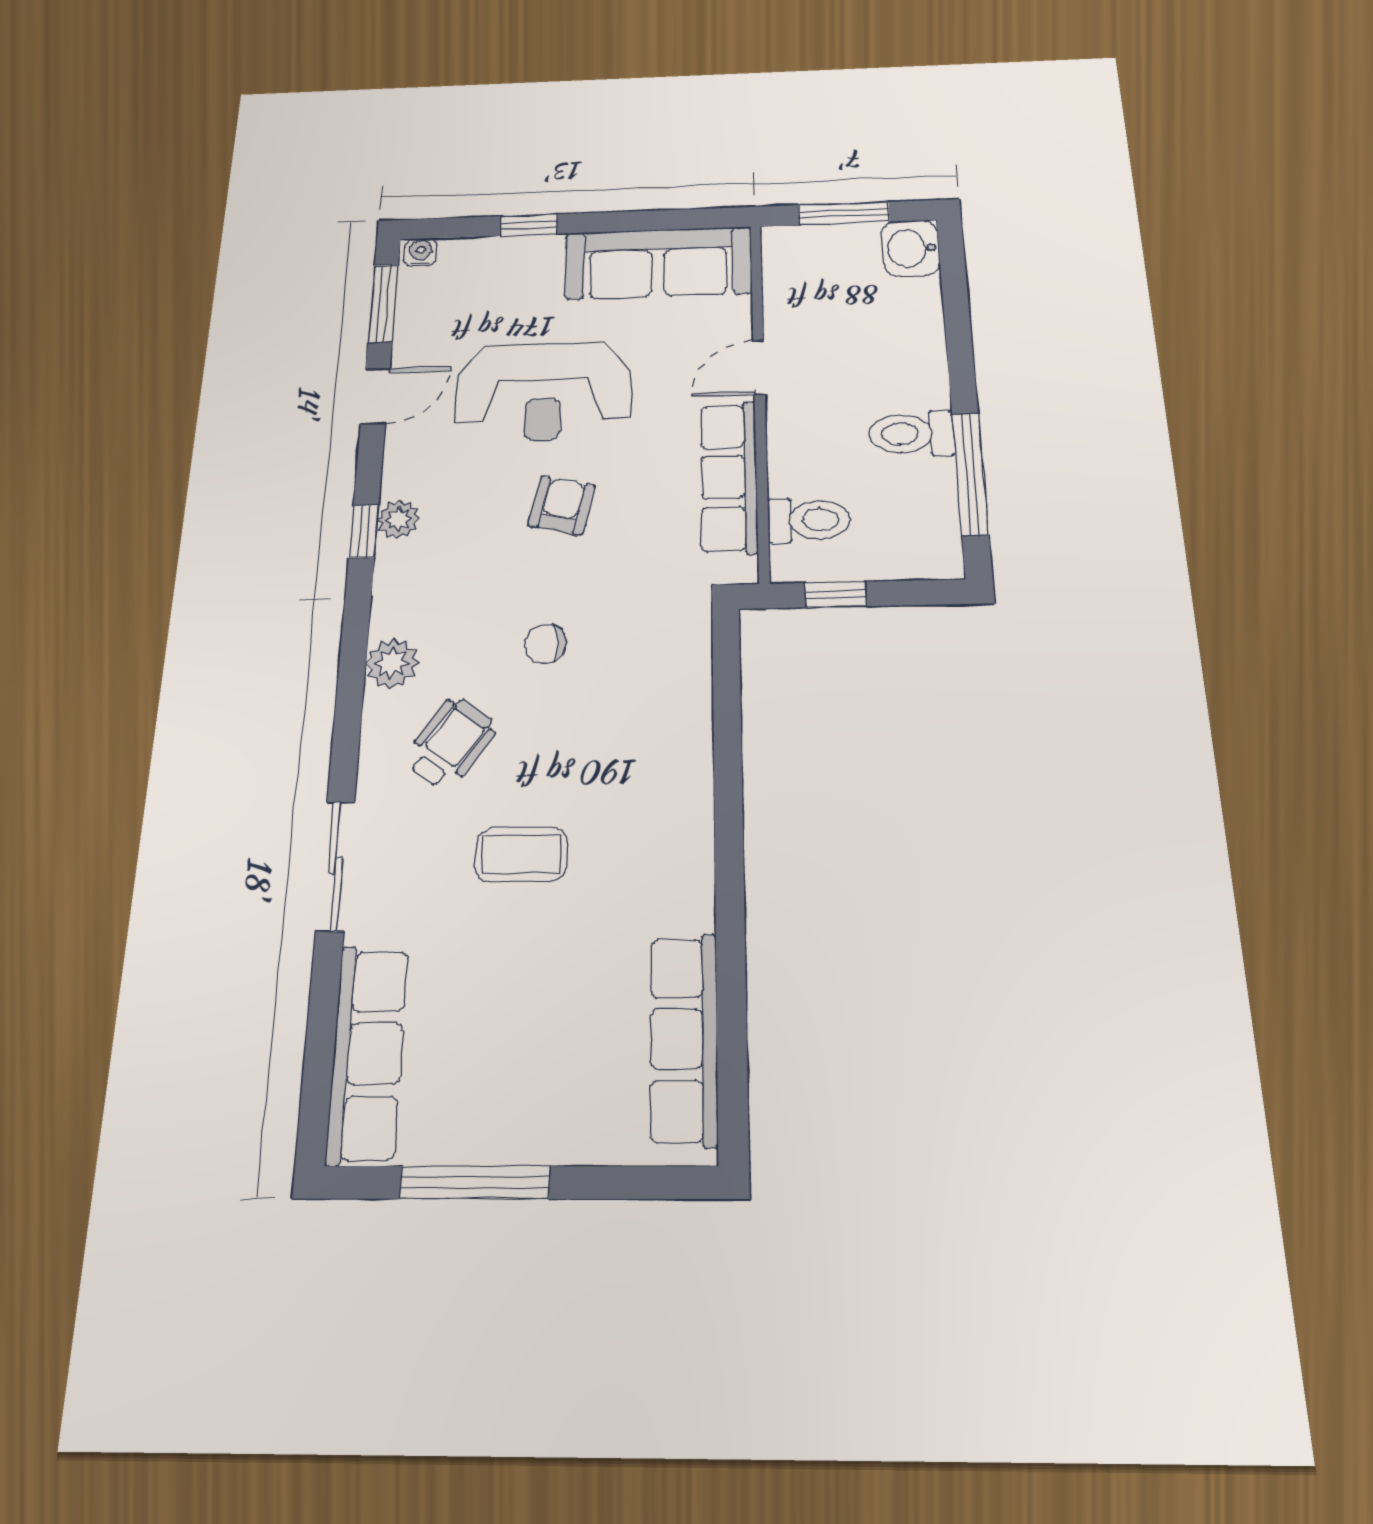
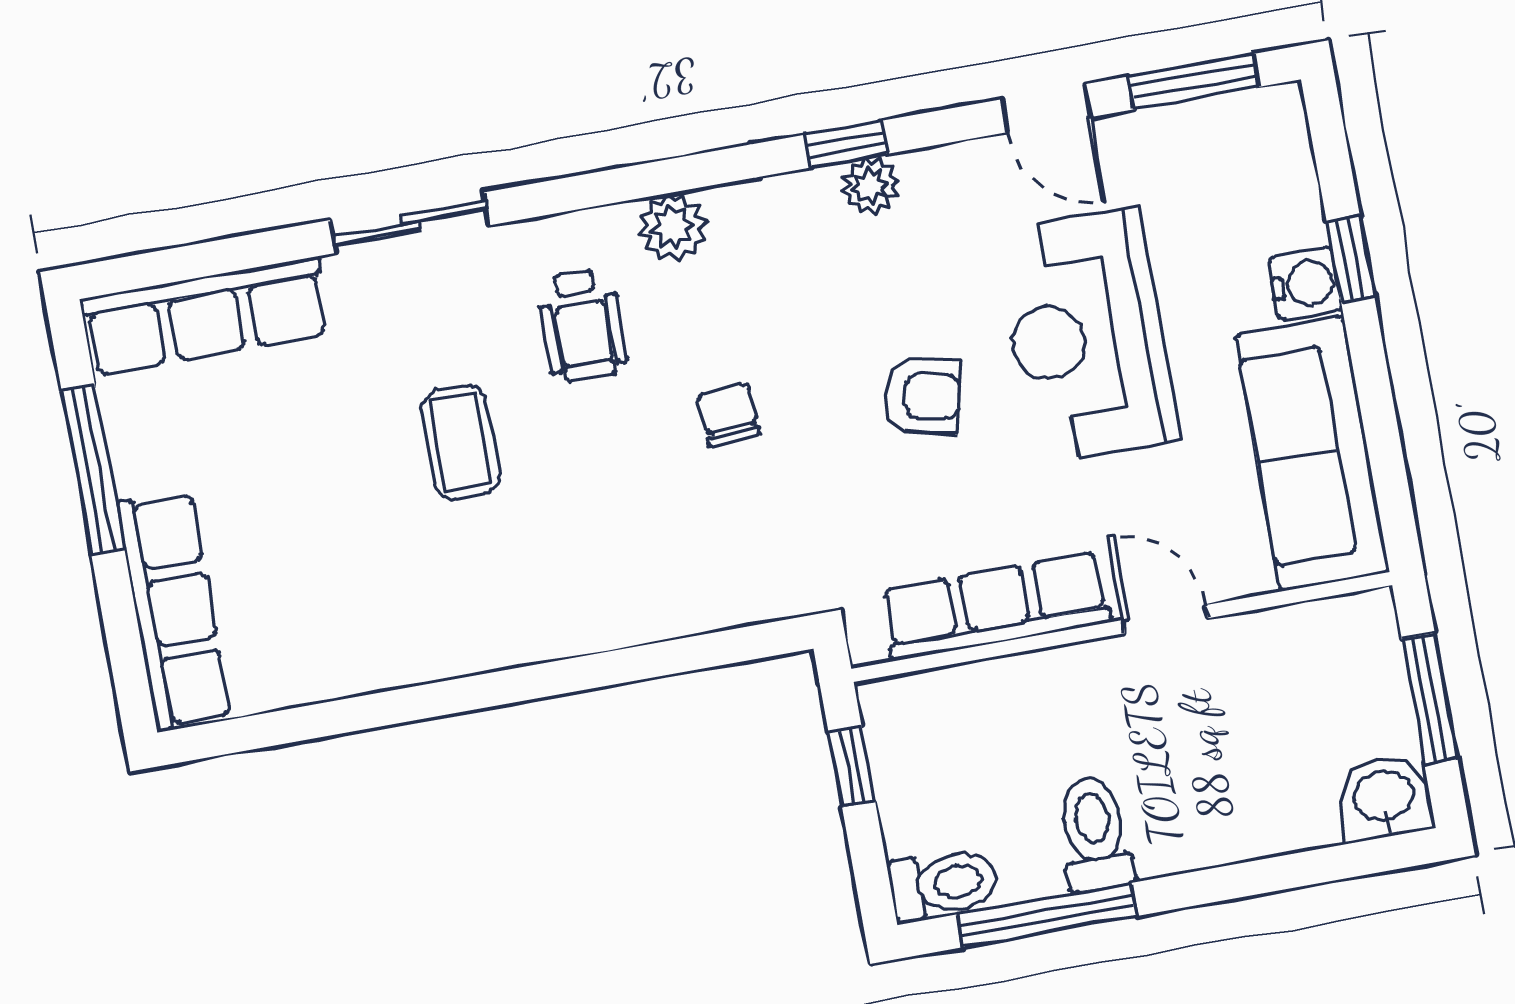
water cooler: (421, 252) -> (1305, 284), moved, width x1.38, depth x1.38
toilet: (809, 520) -> (943, 884), moved, turned -90
wheelchair: (451, 743) -> (582, 326), turned 54
row of seats: (684, 1039) -> (174, 611), moved, turned 90

